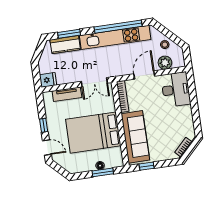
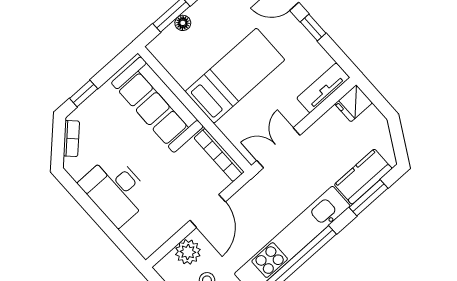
desk: (176, 90) -> (116, 190), moved
tv unit: (67, 94) -> (323, 88), moved
bed: (93, 133) -> (235, 76), width x0.67
window: (147, 166) -> (84, 93), moved

